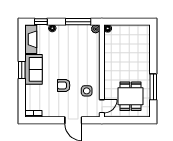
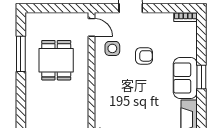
dining table: (131, 96) -> (56, 60), moved
door: (102, 106) -> (91, 27), swing flipped

